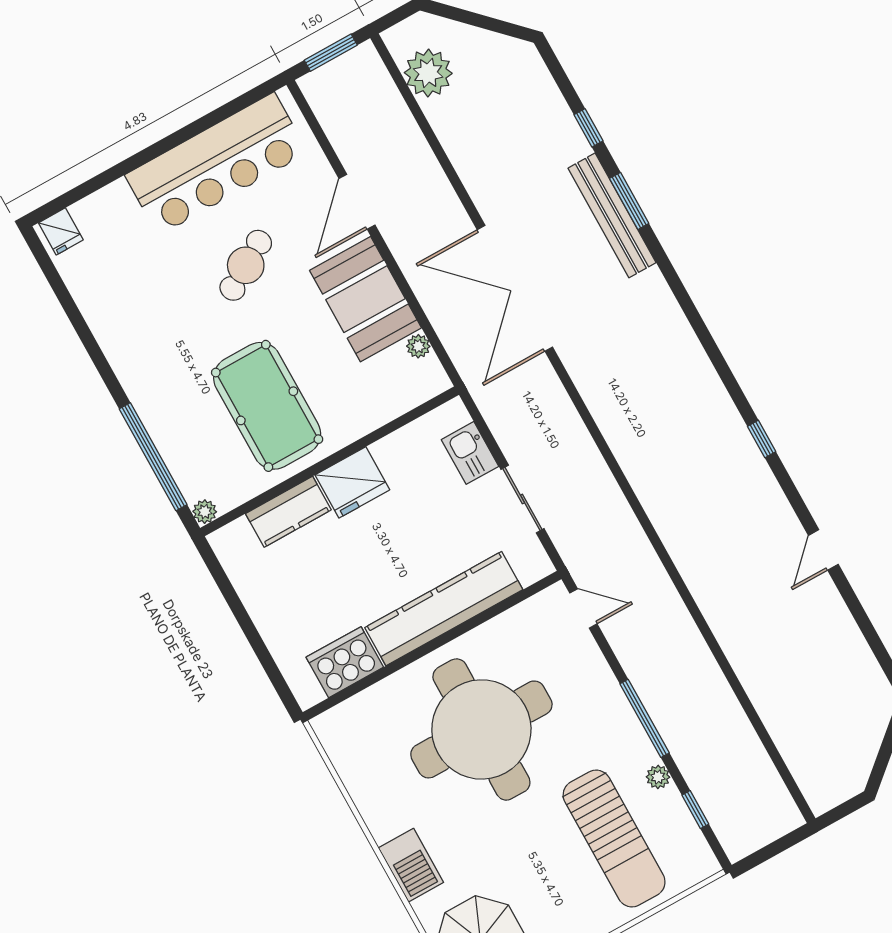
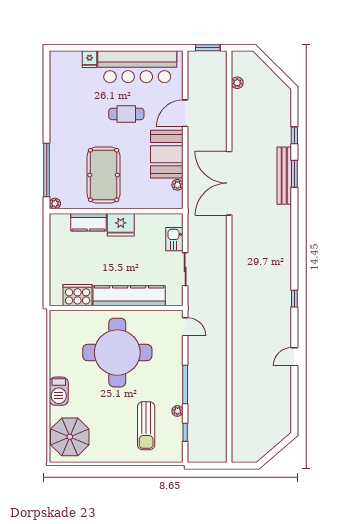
plant: (428, 73) -> (237, 83), width x0.53, depth x0.53
fridge: (61, 231) -> (89, 59), moved
cafe table: (246, 265) -> (126, 114), turned 31
sun lounger: (614, 839) -> (146, 426), width x0.73, depth x0.75

